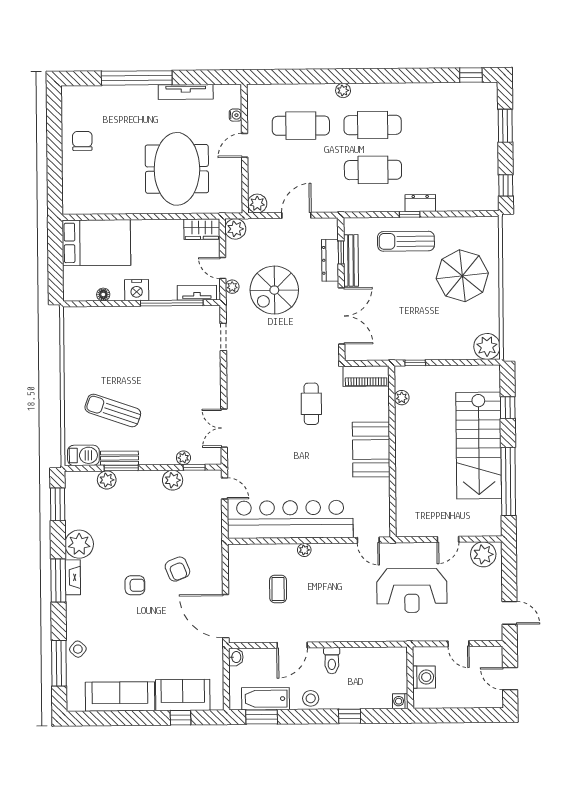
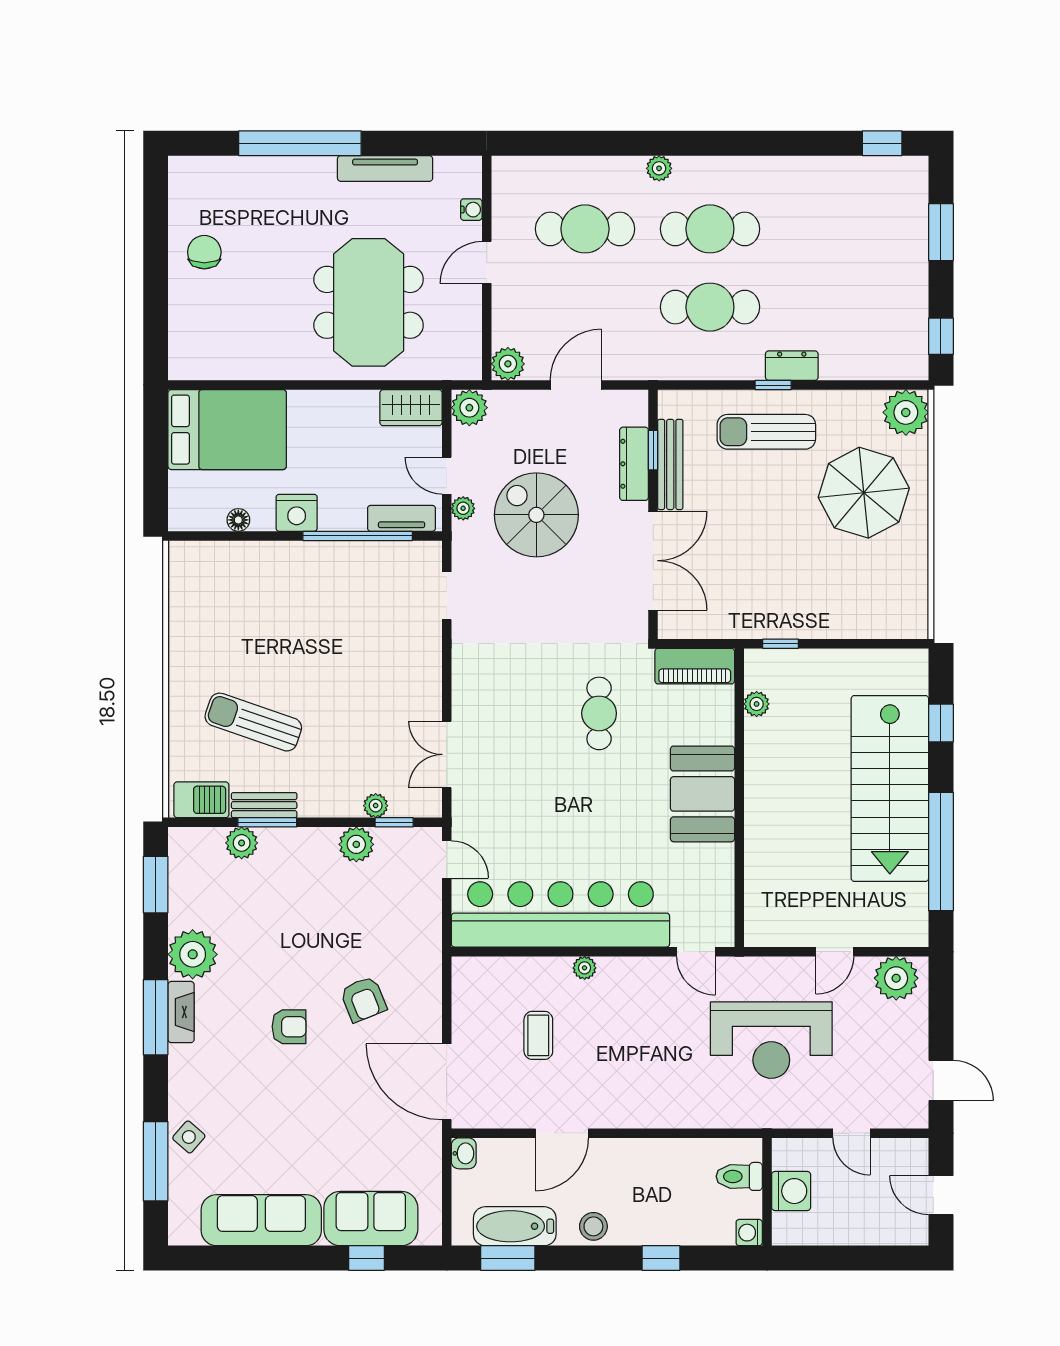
spiral stairs: (274, 290) -> (536, 515), turned 90
plant: (487, 346) -> (906, 412), moved
toilet: (332, 661) -> (739, 1176), moved, turned 90

